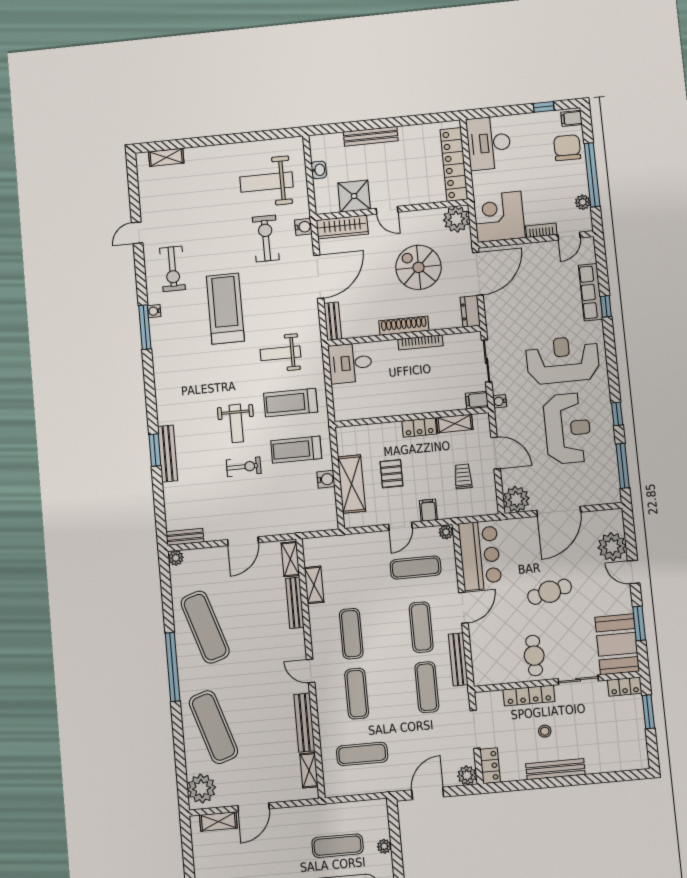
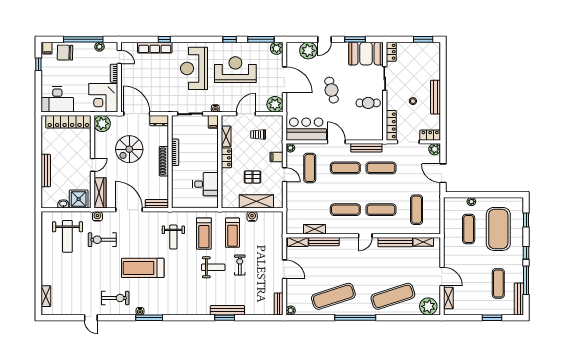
shower: (354, 196) -> (79, 199), moved
desk: (350, 363) -> (205, 184), moved, turned -90
plant: (610, 493) -> (277, 48), added
locker: (529, 695) -> (391, 125), moved
window: (648, 712) -> (423, 39), moved

